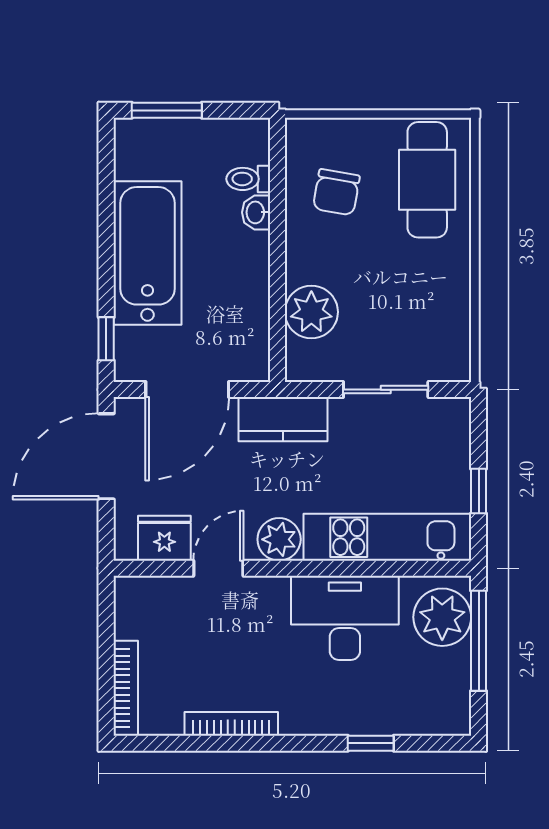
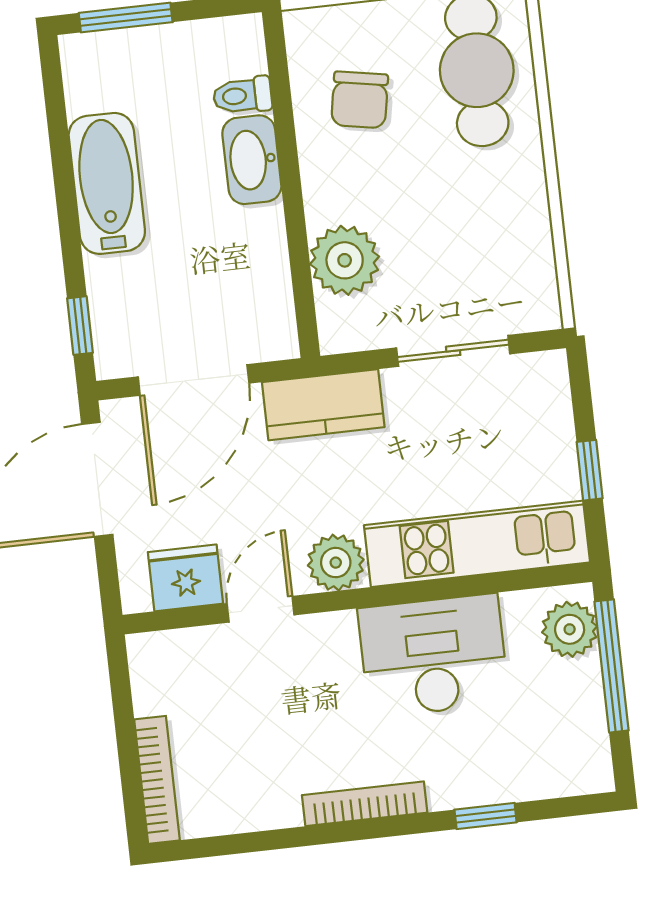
washbasin: (256, 212) -> (252, 160), width x1.91, depth x1.45
bathtub: (147, 253) -> (107, 183), width x0.73, depth x0.73
plant: (442, 617) -> (570, 629), width x0.73, depth x0.73
bookcase: (231, 724) -> (365, 804), moved

